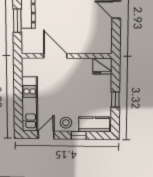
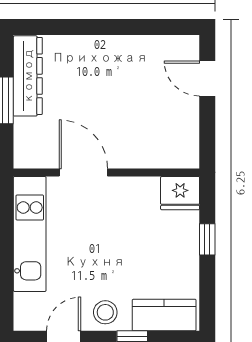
window: (115, 99) -> (207, 239), moved
kitchen unit: (30, 104) -> (30, 234), moved

